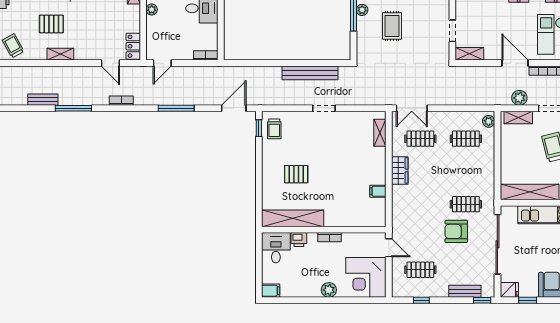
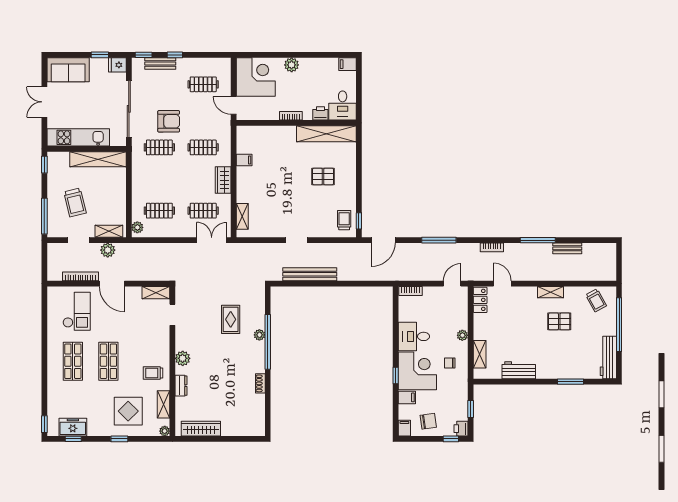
clothes rail: (420, 204) -> (203, 147), added
window: (421, 300) -> (175, 55), moved

